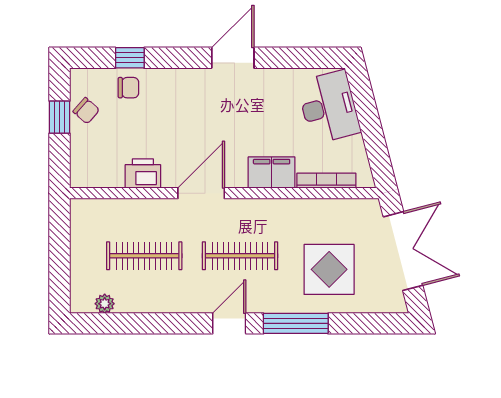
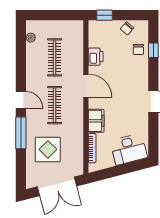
window: (60, 117) -> (104, 15), moved

